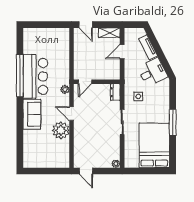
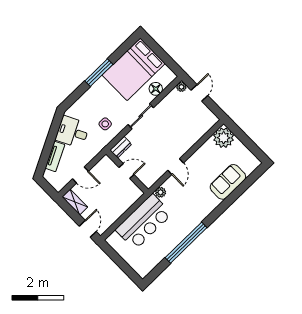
bar counter: (35, 76) -> (144, 222), moved, turned 180
door: (85, 82) -> (126, 171), moved
sofa: (32, 114) -> (228, 182), moved
plant: (61, 130) -> (224, 138), moved
floor lamp: (130, 147) -> (156, 89), added
door: (86, 171) -> (199, 93), moved

